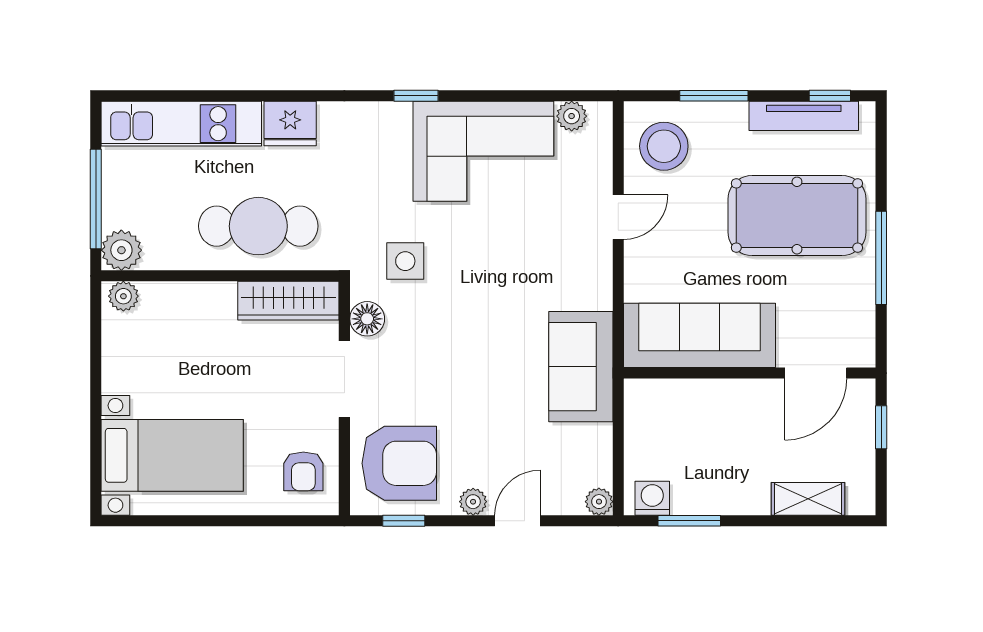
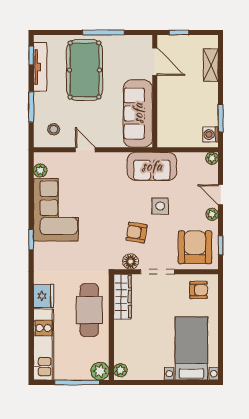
stool: (664, 146) -> (54, 129), width x0.53, depth x0.53
side table: (405, 261) -> (160, 206), moved
armchair: (432, 332) -> (137, 232), added

